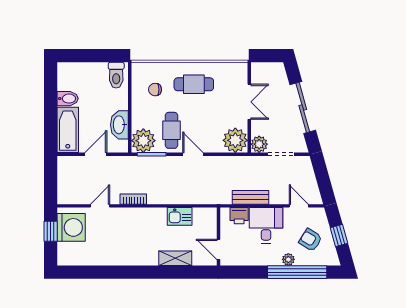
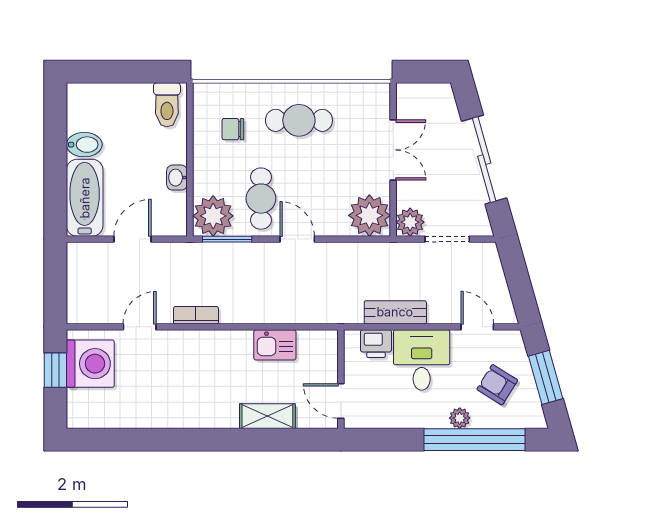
washbasin: (119, 125) -> (177, 178), width x0.52, depth x0.69
window: (339, 236) -> (546, 377), width x1.50

